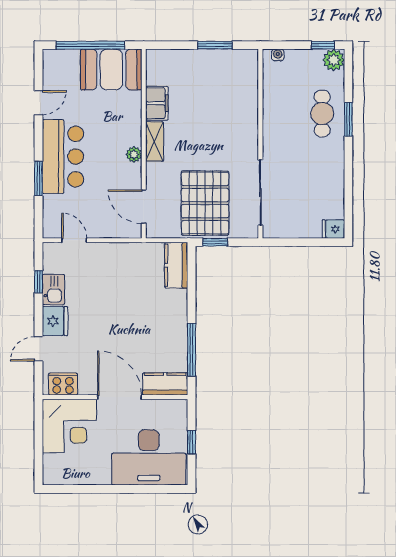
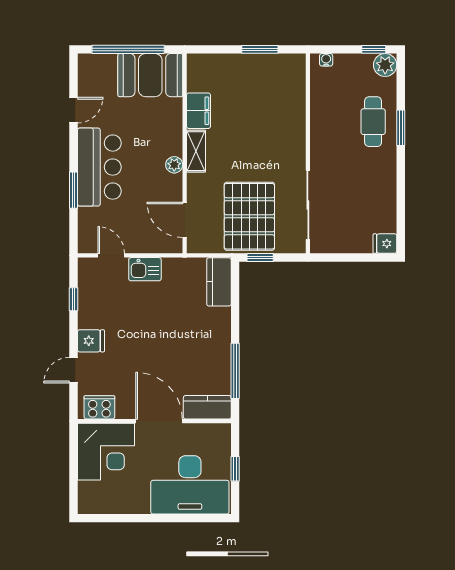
kitchen sink: (53, 290) -> (145, 269), moved, turned 90
fridge: (55, 321) -> (91, 341), width x0.72

